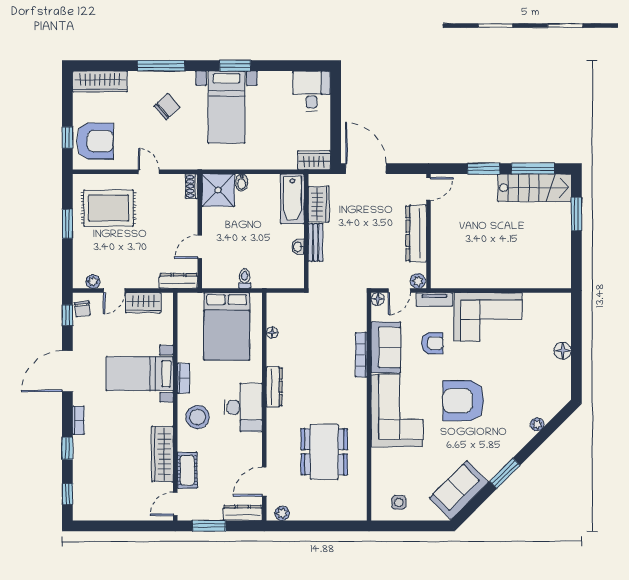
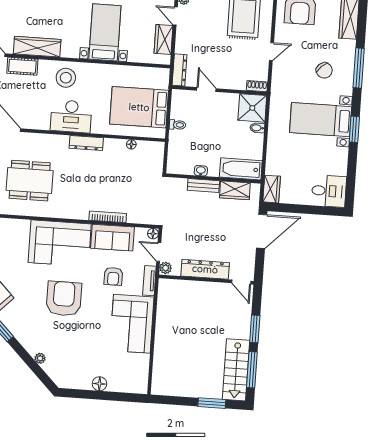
bookcase: (183, 378) -> (99, 68), removed

